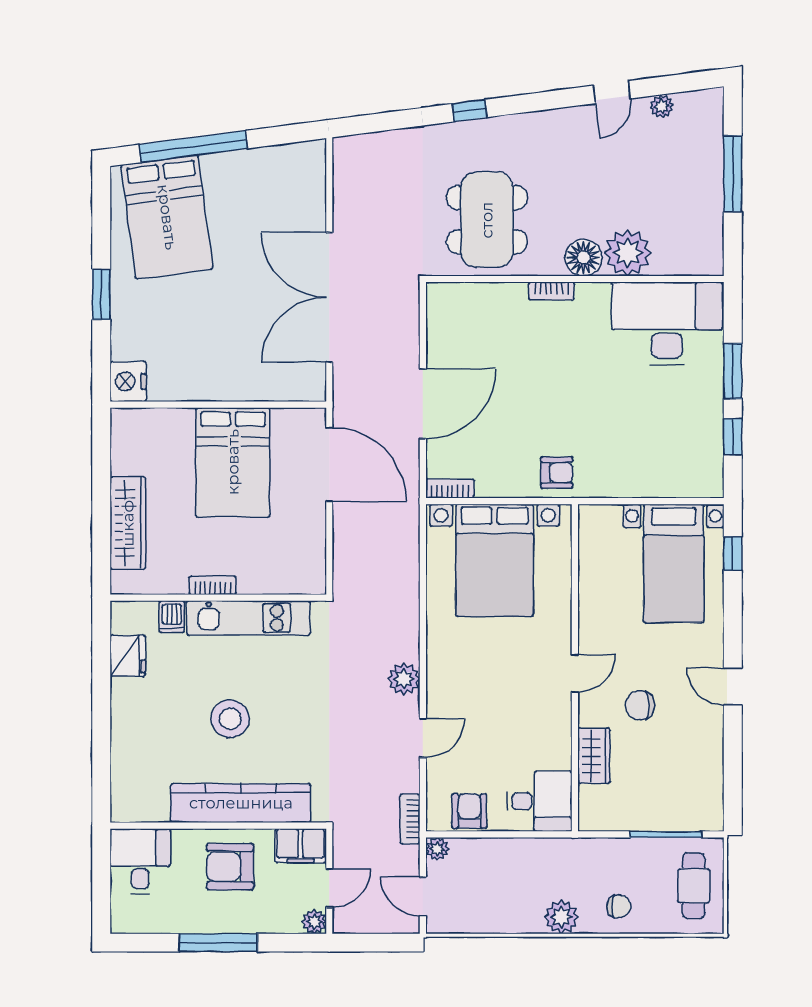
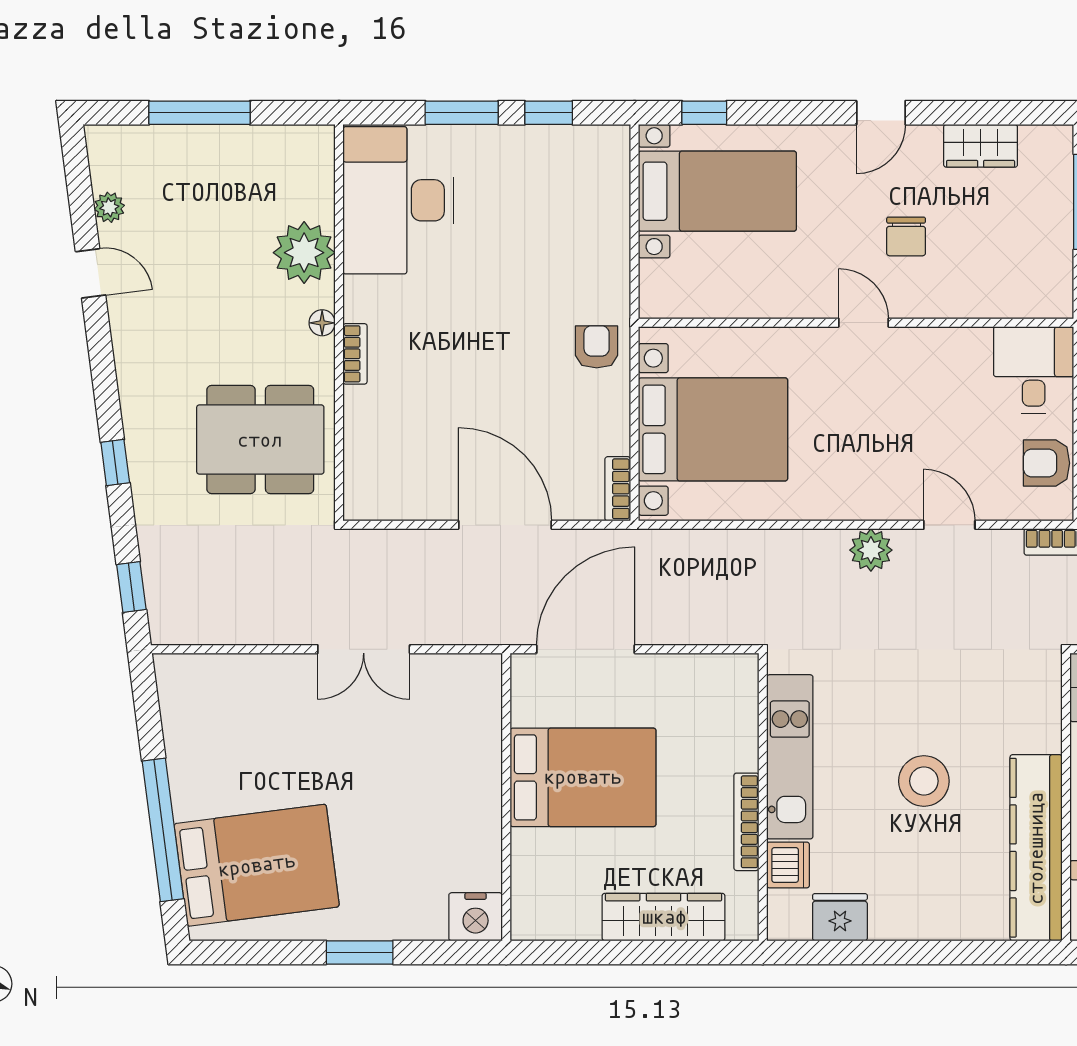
window: (376, 123) -> (131, 587), added
floor lamp: (583, 258) -> (322, 323), width x0.53, depth x0.53
double door: (329, 297) -> (364, 649), width x0.54
bookcase: (213, 585) -> (746, 822), width x1.56
dishwasher: (172, 617) -> (788, 865), width x1.38
wardrobe: (594, 756) -> (981, 146), moved, turned 180
kitchen counter: (241, 803) -> (1036, 848), moved

